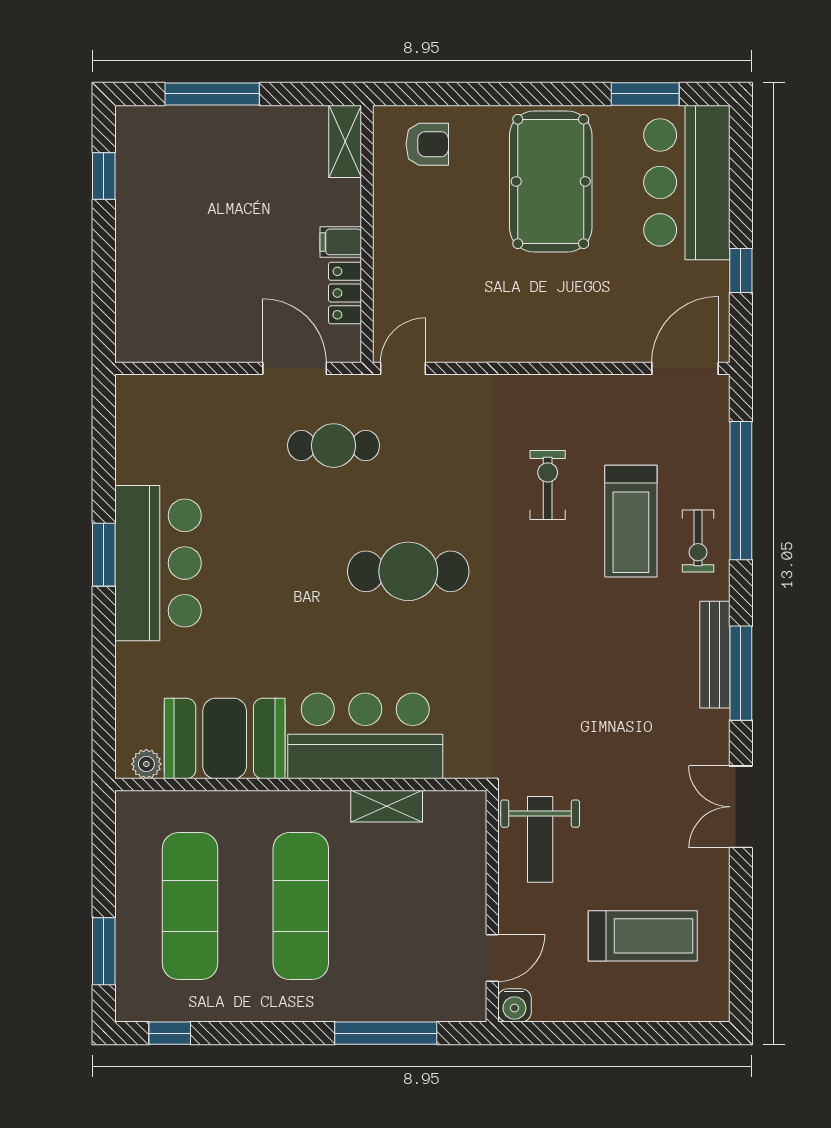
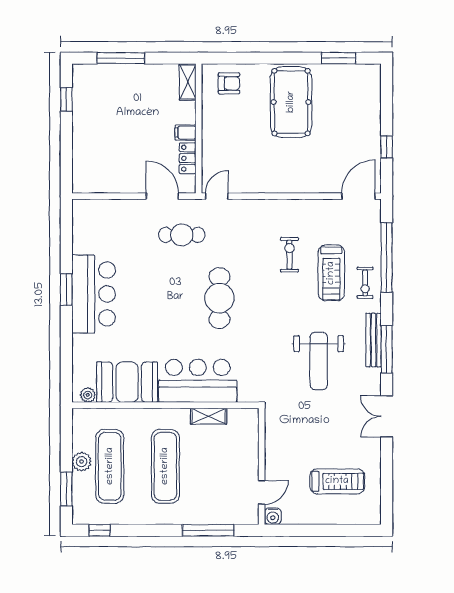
bar counter: (687, 182) -> (359, 103), removed
cafe table: (408, 571) -> (219, 298), turned 90
weight bench: (540, 839) -> (319, 361), moved, width x1.36, depth x1.33
plant: (134, 897) -> (82, 462), added

